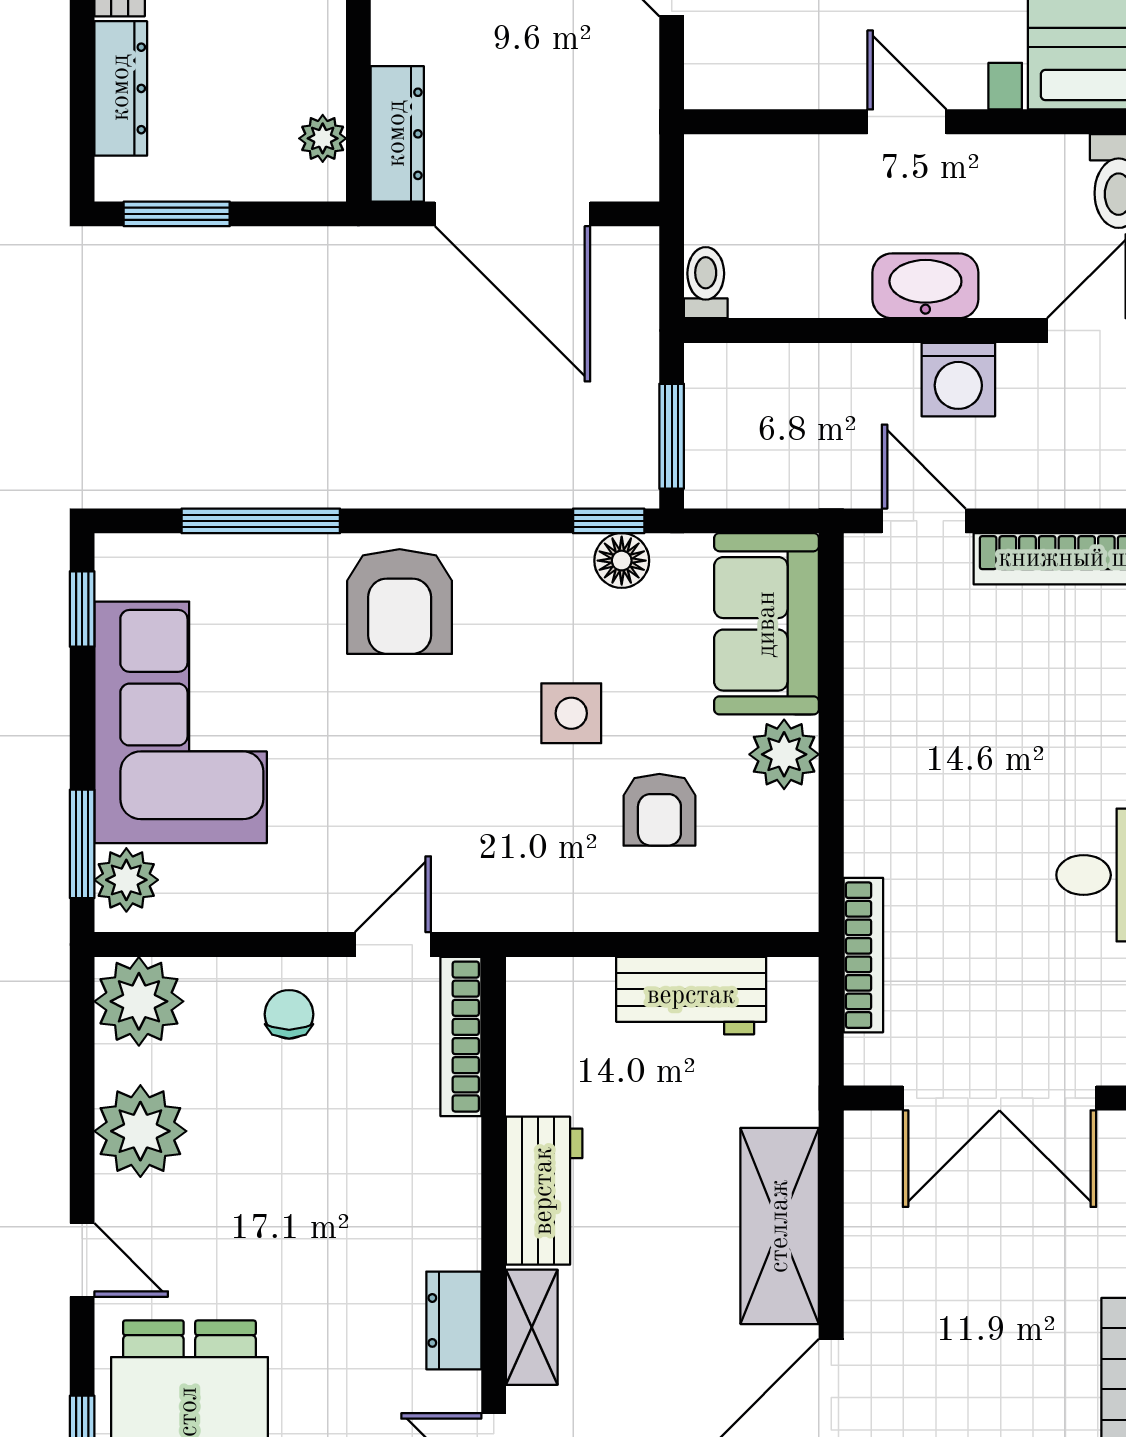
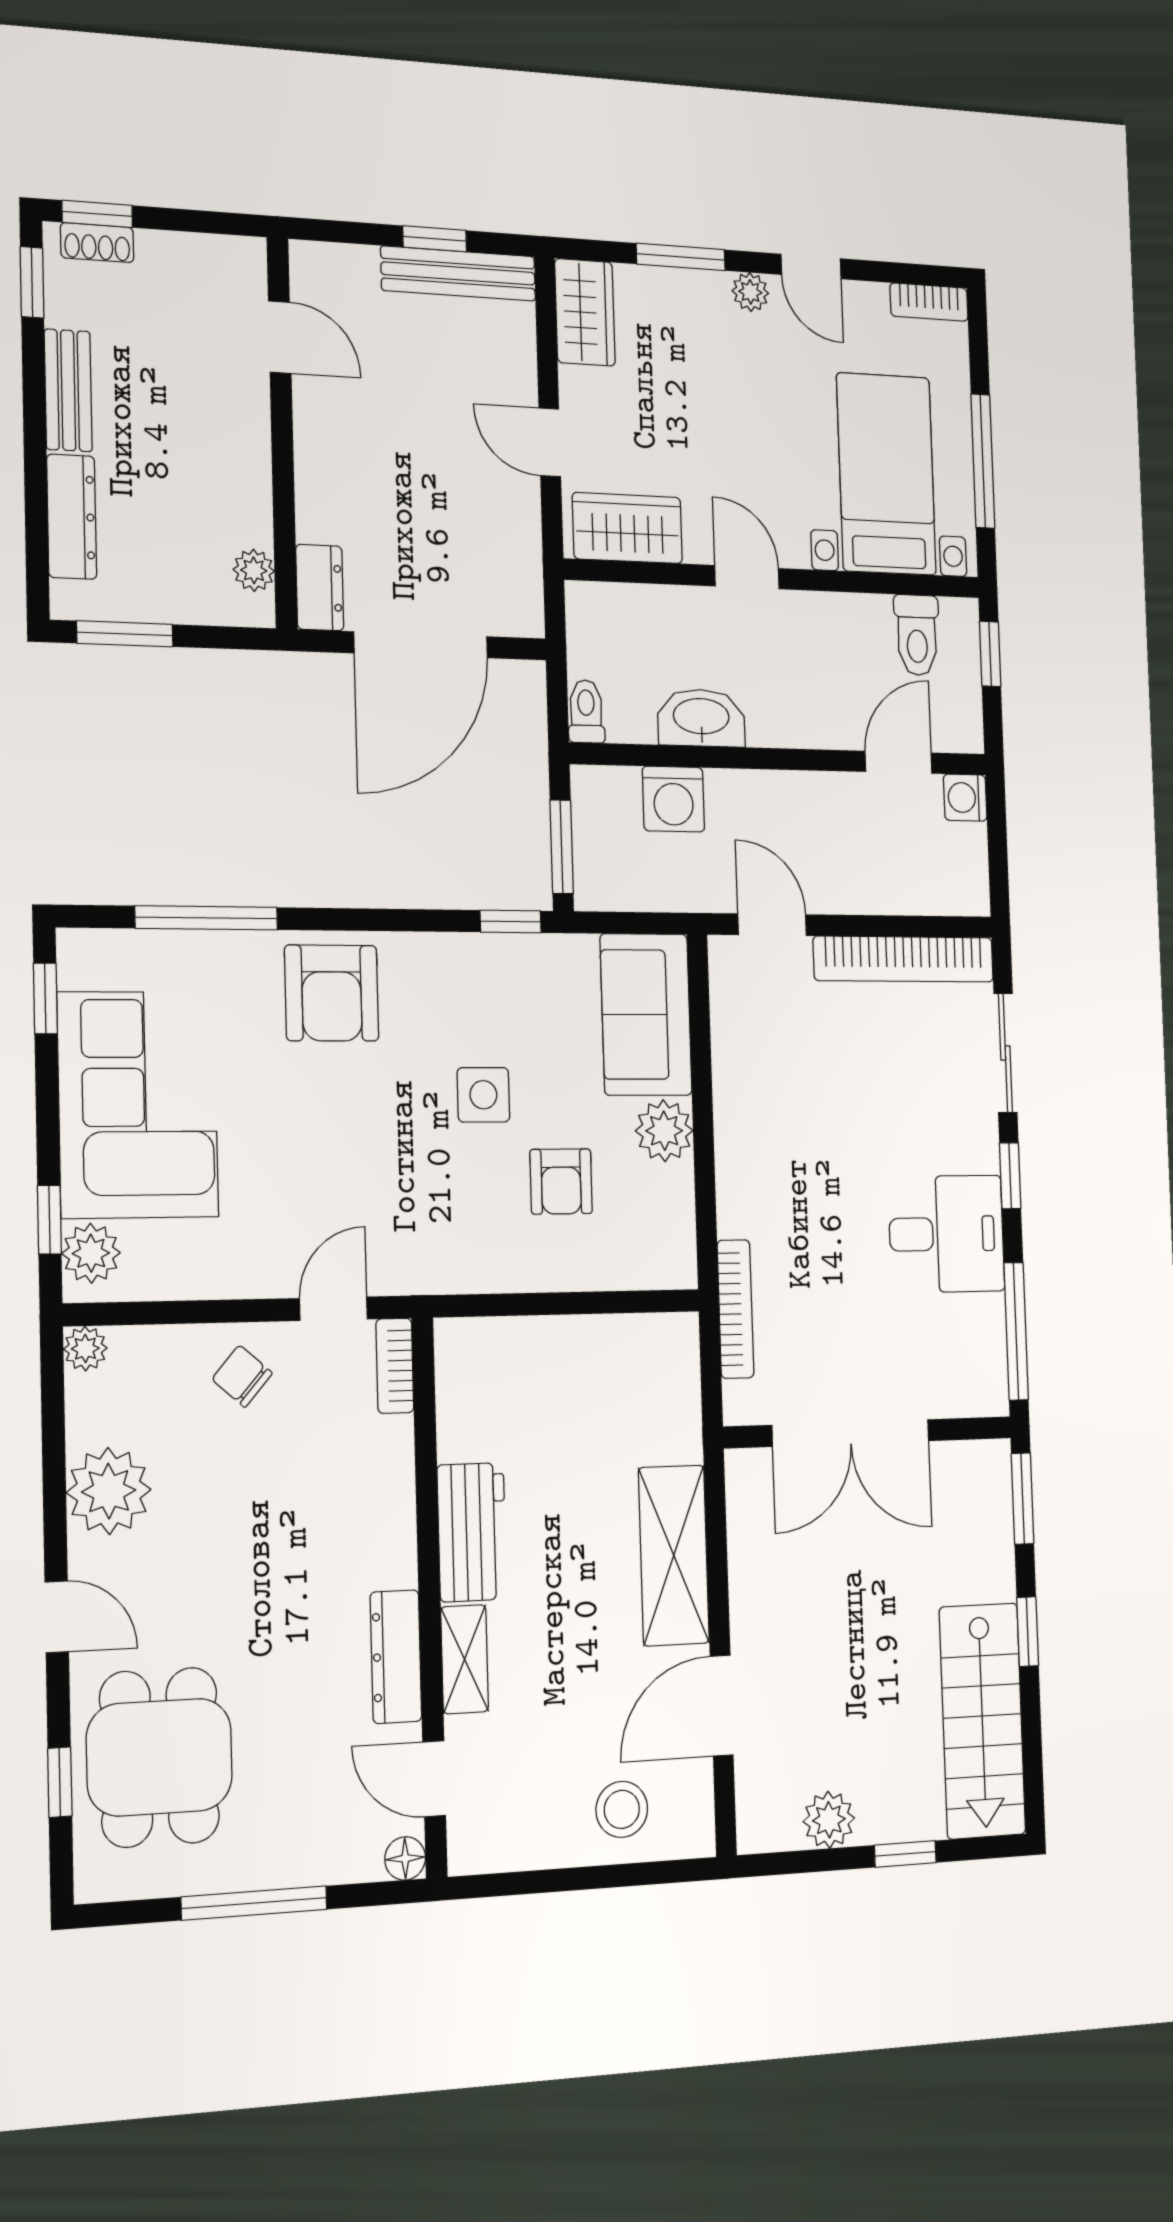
wardrobe: (762, 71) -> (627, 528), added
dresser: (397, 134) -> (320, 588), width x0.70
door: (513, 214) -> (421, 645), hinge flipped
washbasin: (925, 286) -> (701, 718), moved
washing machine: (958, 380) -> (673, 799), moved
floor lamp: (622, 561) -> (523, 957), removed
window: (82, 844) -> (49, 1220), width x0.67
workbench: (691, 996) -> (593, 1349), removed
plant: (139, 1001) -> (85, 1349), width x0.53, depth x0.53
chair: (289, 1014) -> (242, 1376), turned -49
bookcase: (461, 1037) -> (395, 1366), width x0.64
dresser: (454, 1320) -> (396, 1657), width x1.44

